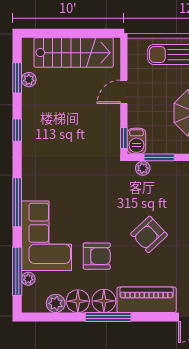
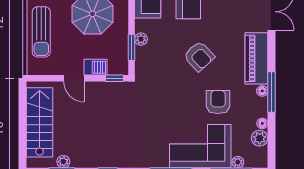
barbecue: (136, 141) -> (95, 67), moved
plant: (143, 168) -> (141, 39), moved
floor lamp: (78, 301) -> (262, 123), width x0.53, depth x0.53
floor lamp: (104, 301) -> (262, 91), width x0.53, depth x0.53

